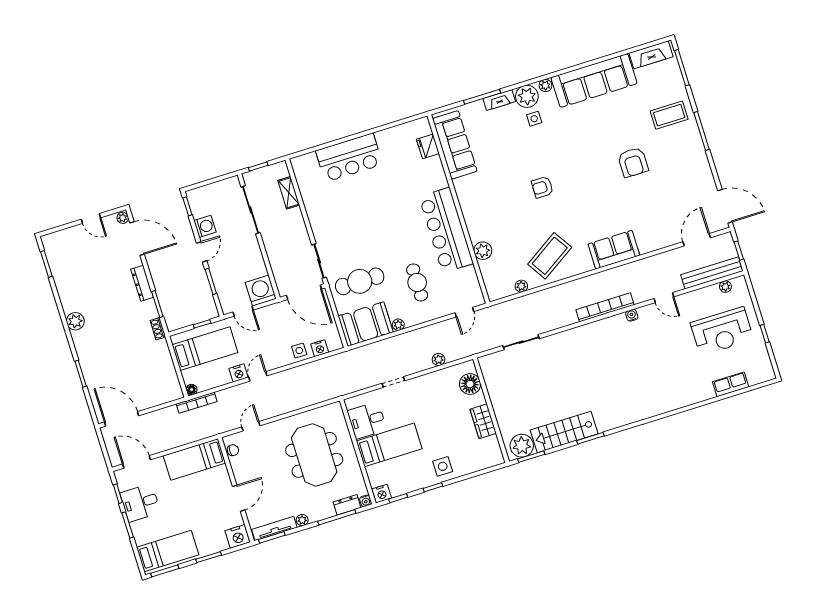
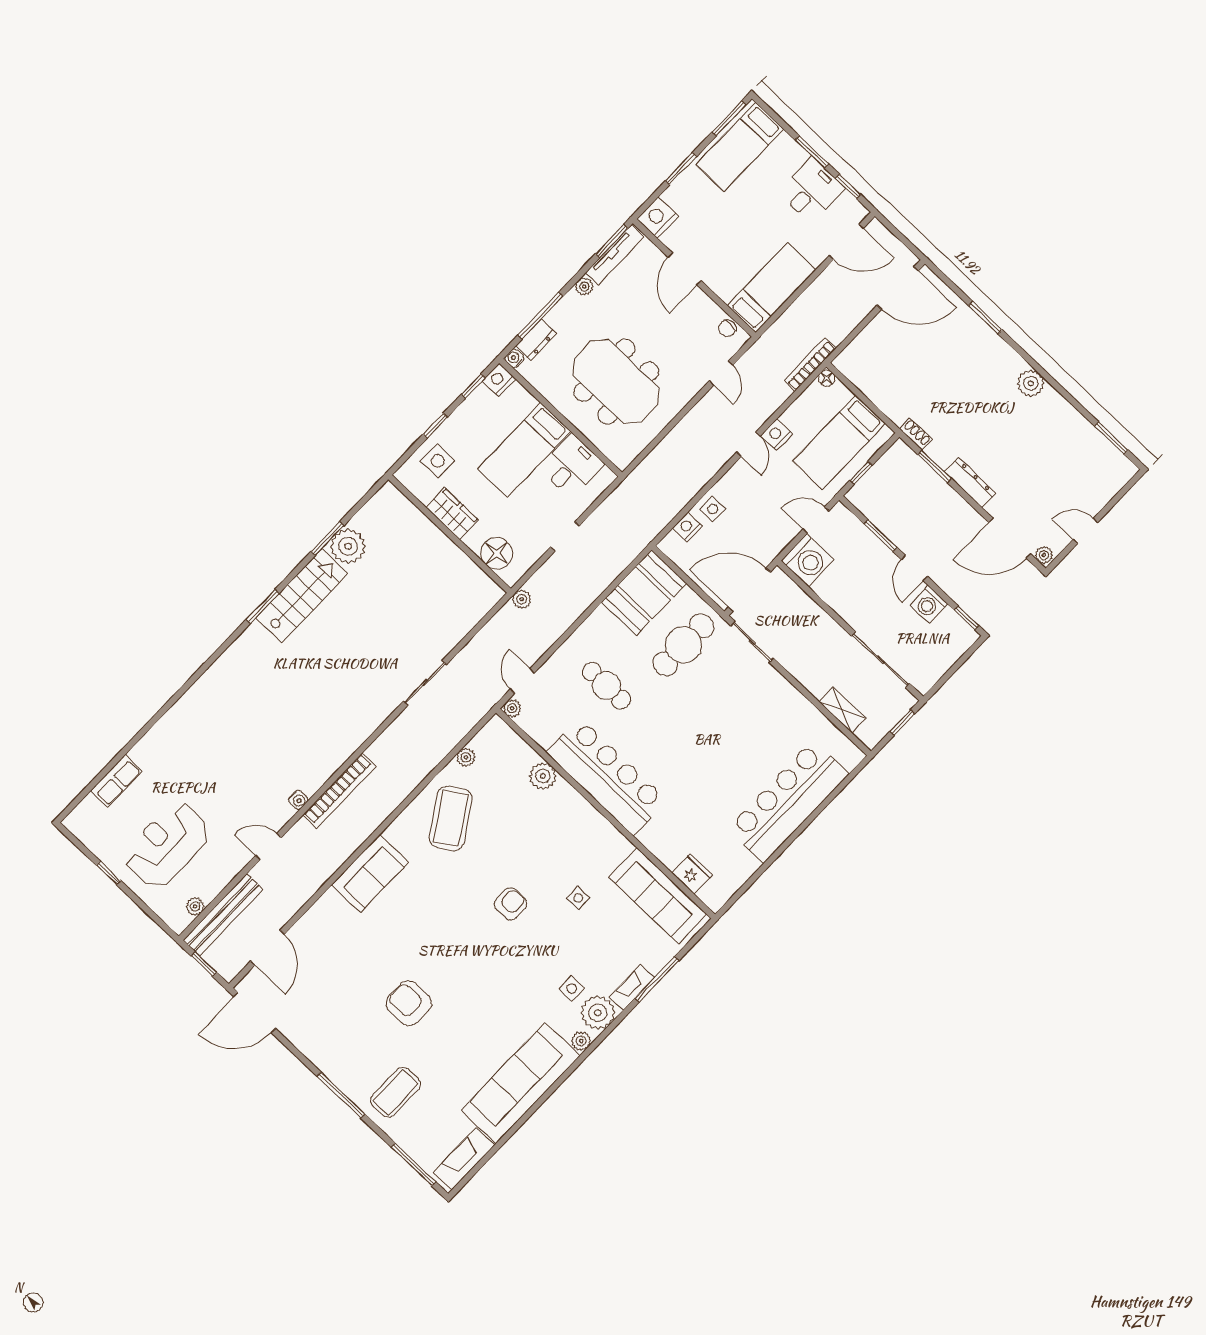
bar counter: (349, 158) -> (788, 801), width x1.36
side table: (501, 169) -> (578, 898), added
plant: (398, 325) -> (512, 708), moved
floor lamp: (470, 384) -> (497, 553), moved
wall: (491, 410) -> (450, 534), moved
wardrobe: (483, 421) -> (452, 514), moved

